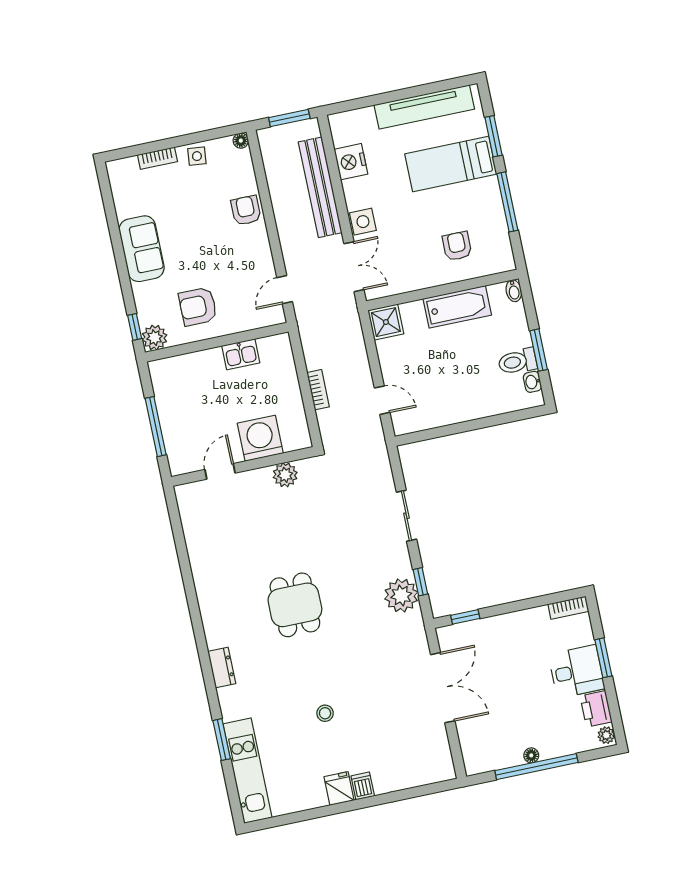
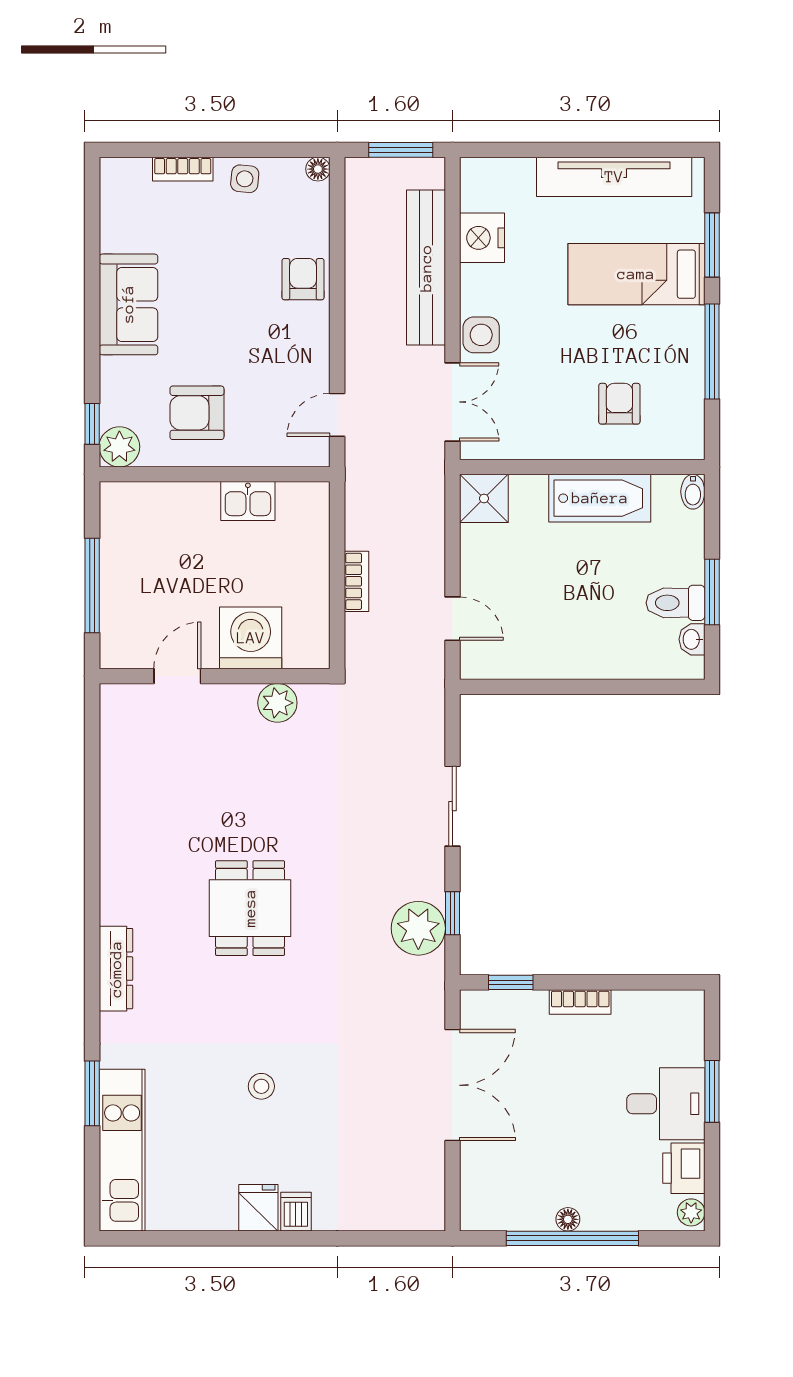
bookcase: (568, 608) -> (580, 1002), moved
dresser: (222, 668) -> (116, 969), width x1.44

